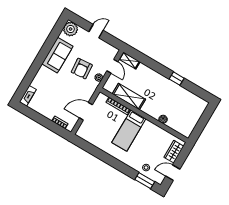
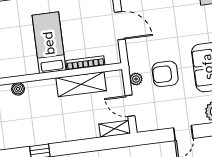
armchair: (82, 69) -> (165, 74), turned -85
door: (86, 111) -> (120, 26), hinge flipped

